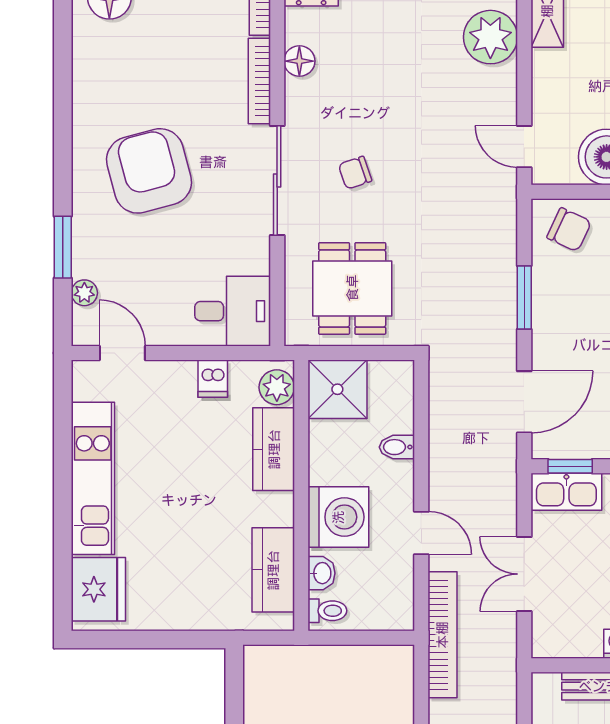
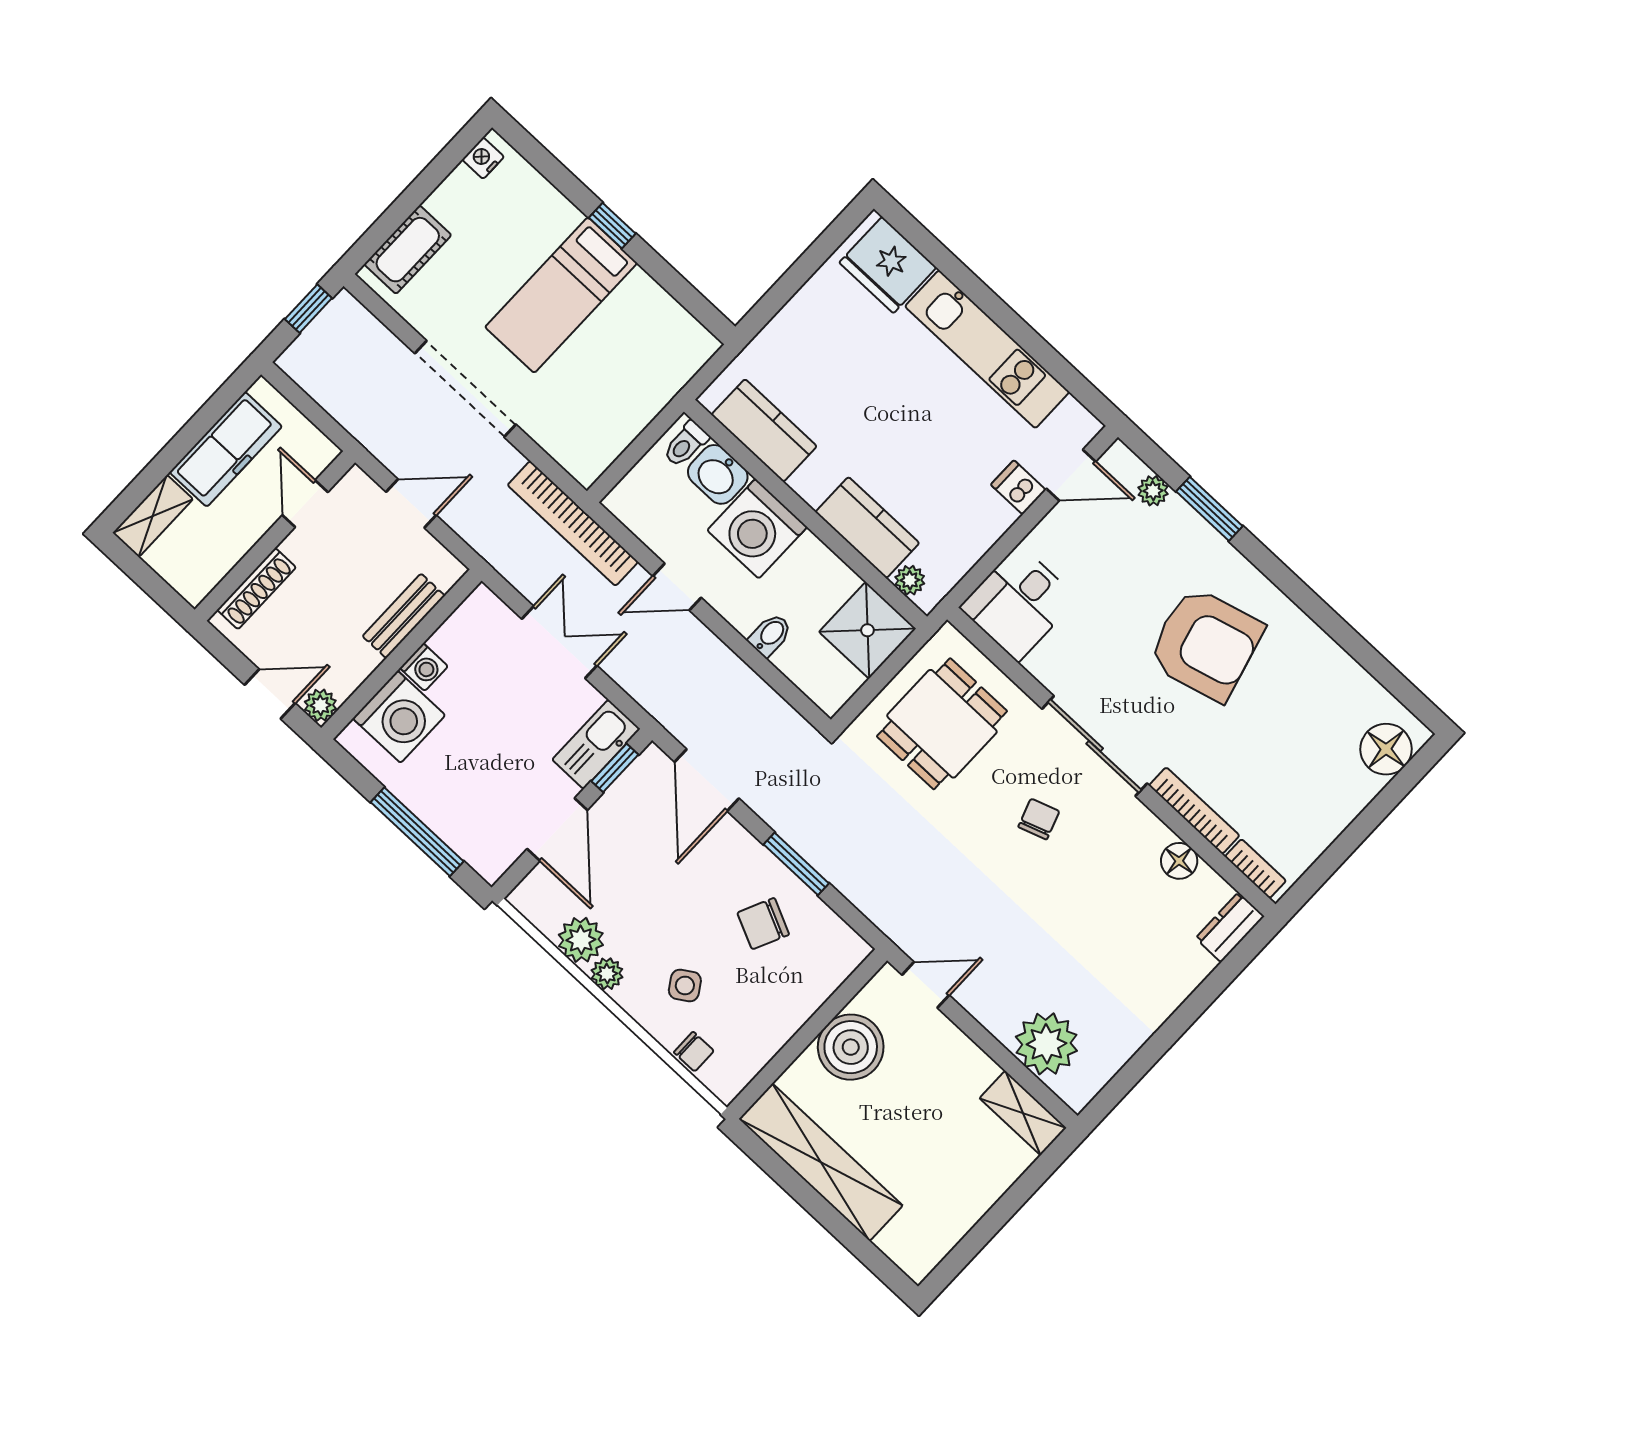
chair: (569, 230) -> (763, 924), moved
dining table: (352, 288) -> (942, 724), turned 90
dishwasher: (213, 379) -> (1018, 487), moved
plant: (277, 387) -> (910, 580), width x0.73, depth x0.73
washbasin: (322, 573) -> (718, 474), width x1.38, depth x1.45

